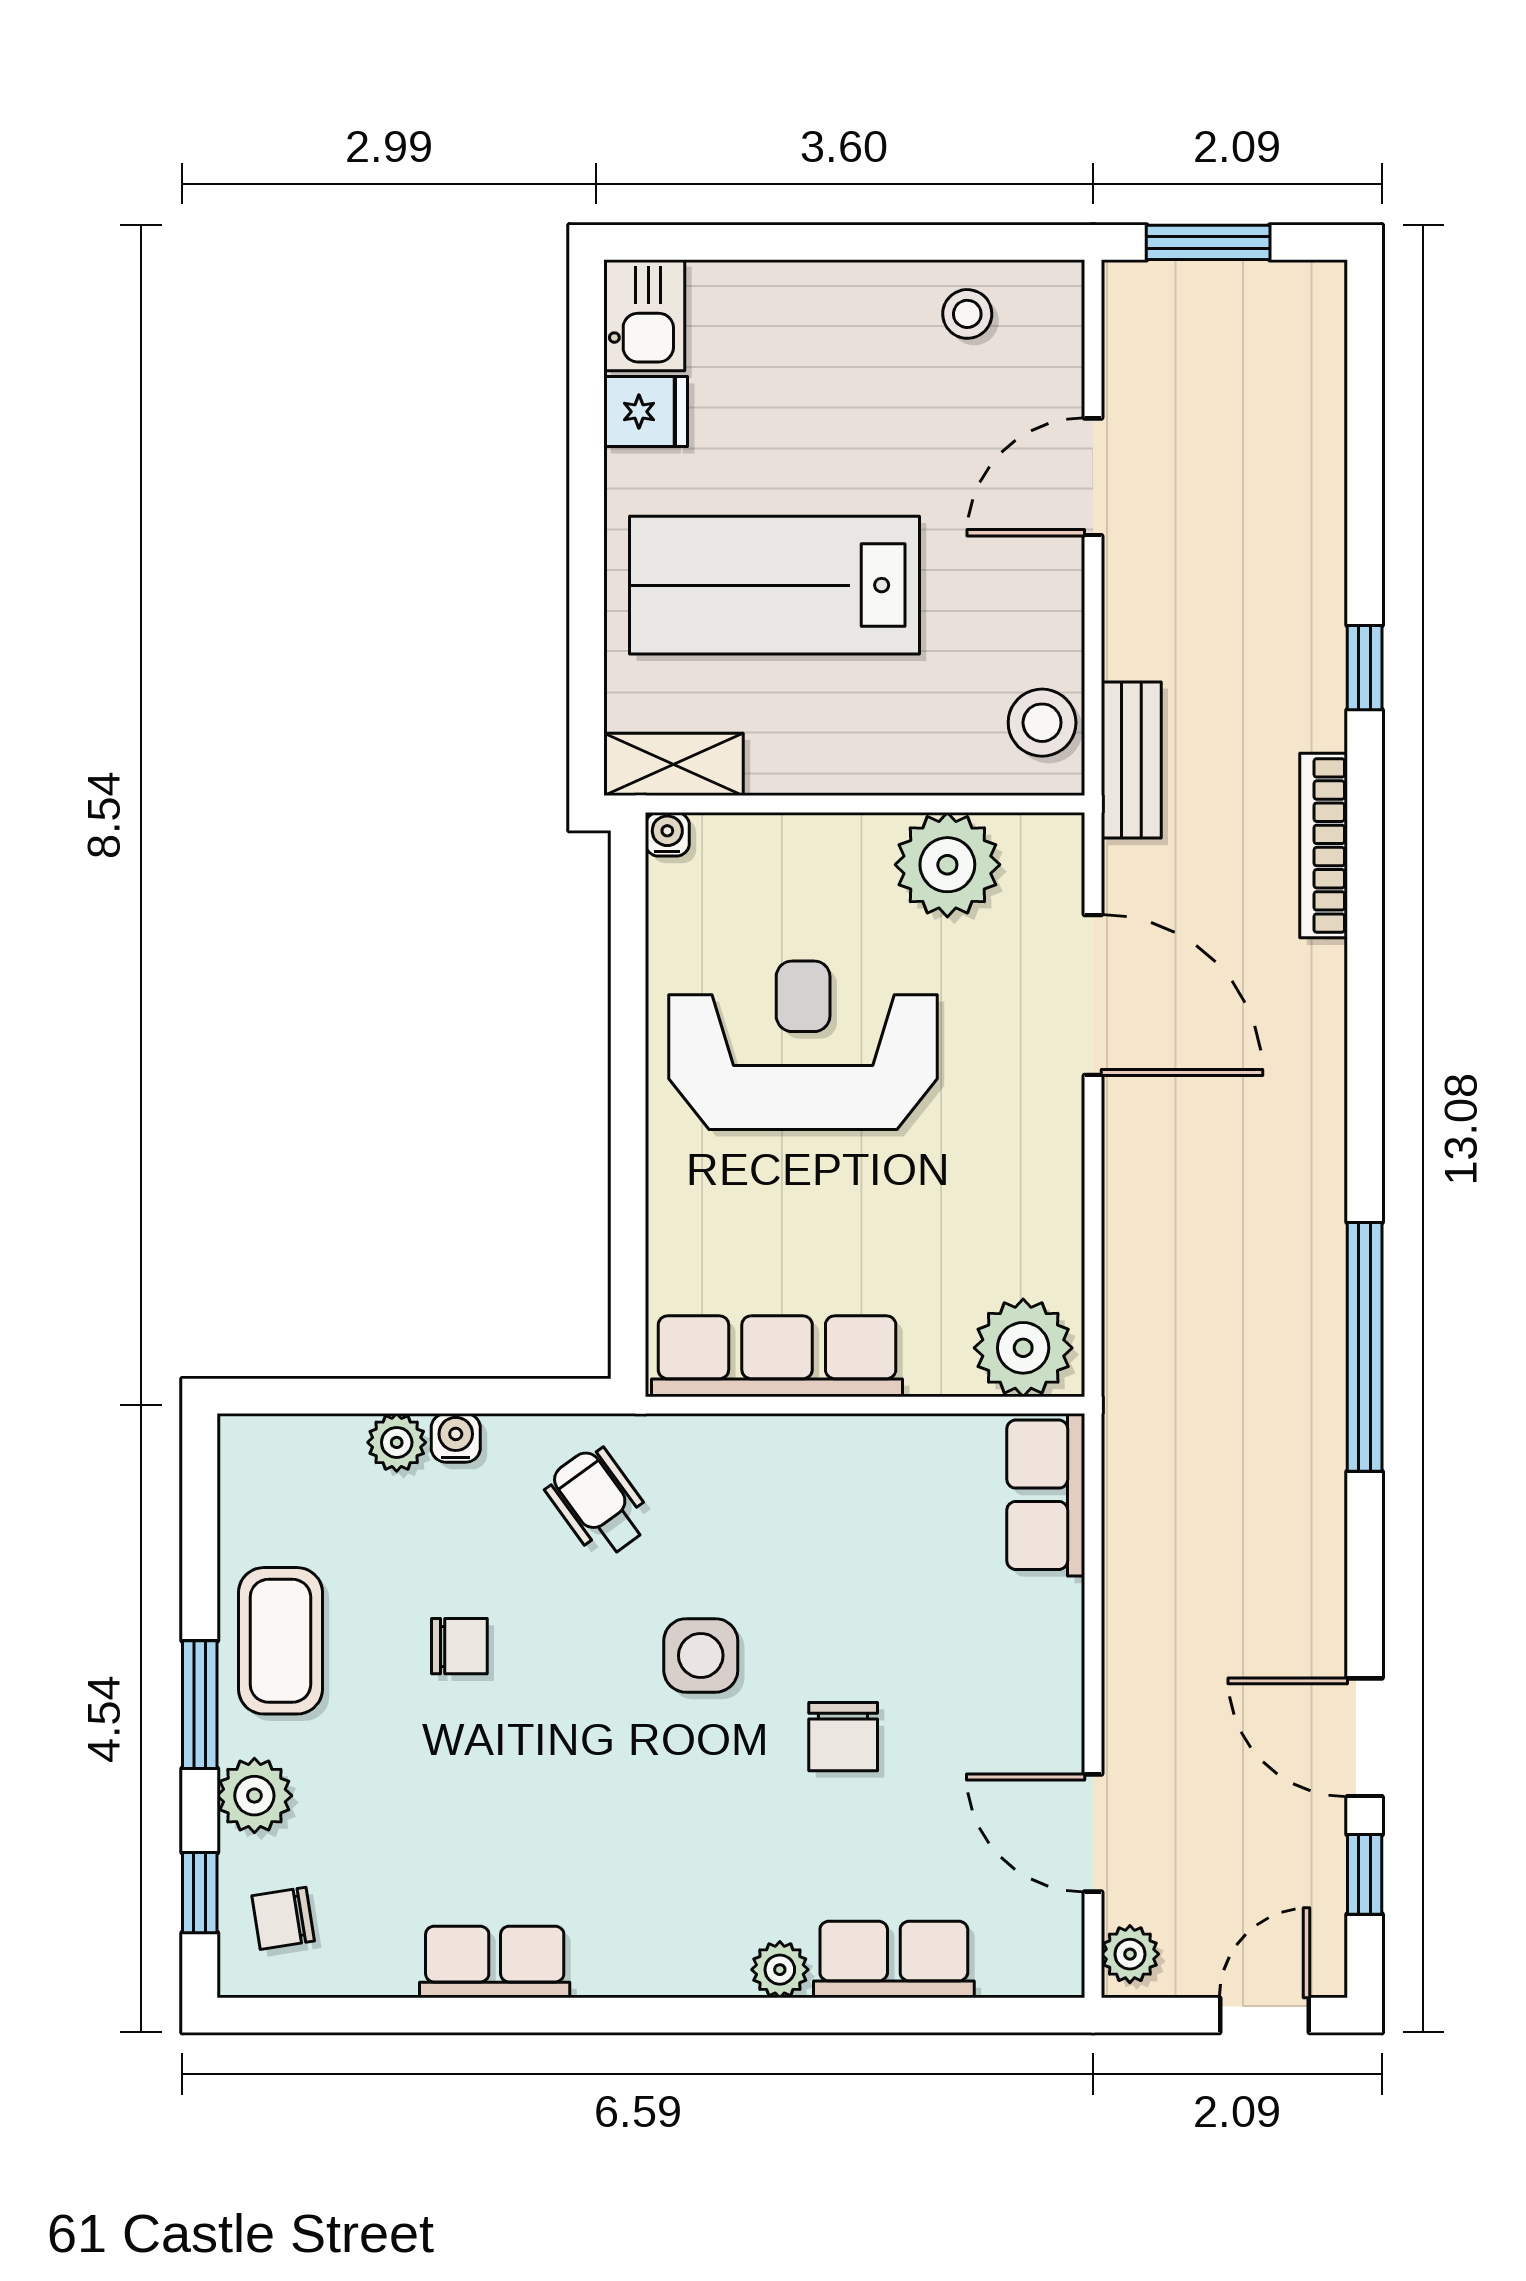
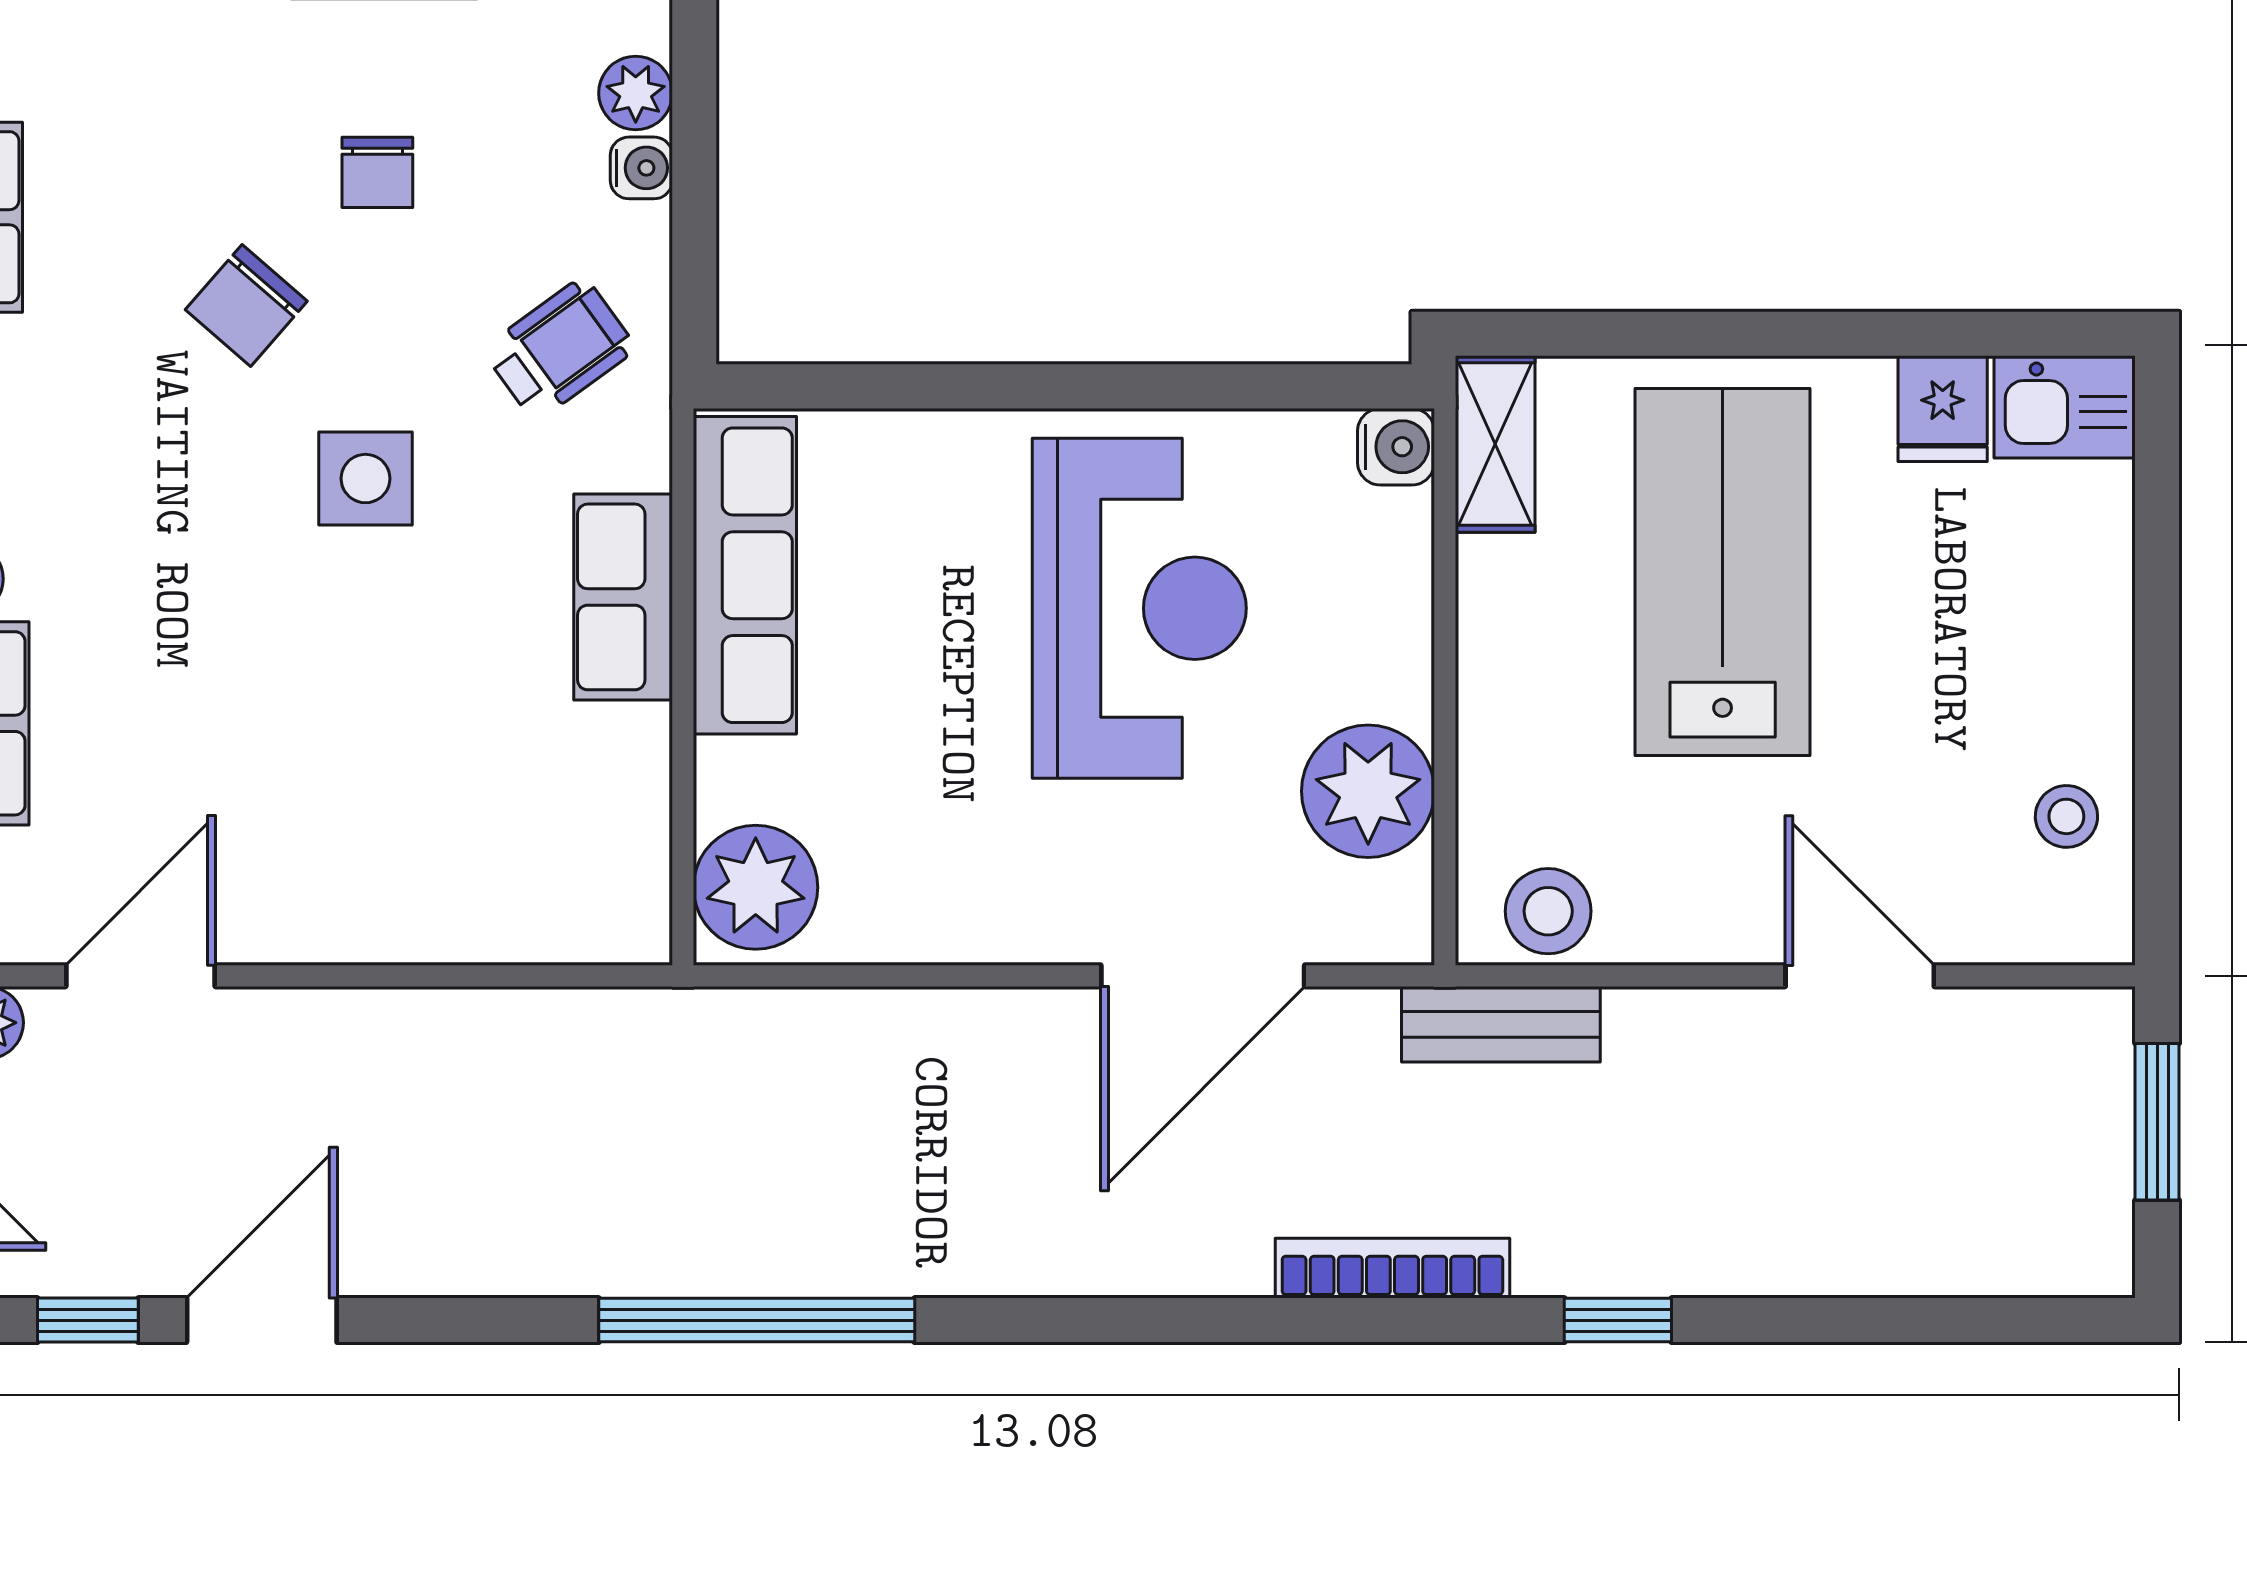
water cooler: (667, 834) -> (1396, 447), width x1.38, depth x1.38
row of seats: (1046, 1495) -> (623, 597), moved, turned -90
chair: (843, 1737) -> (246, 305), moved, turned -49

